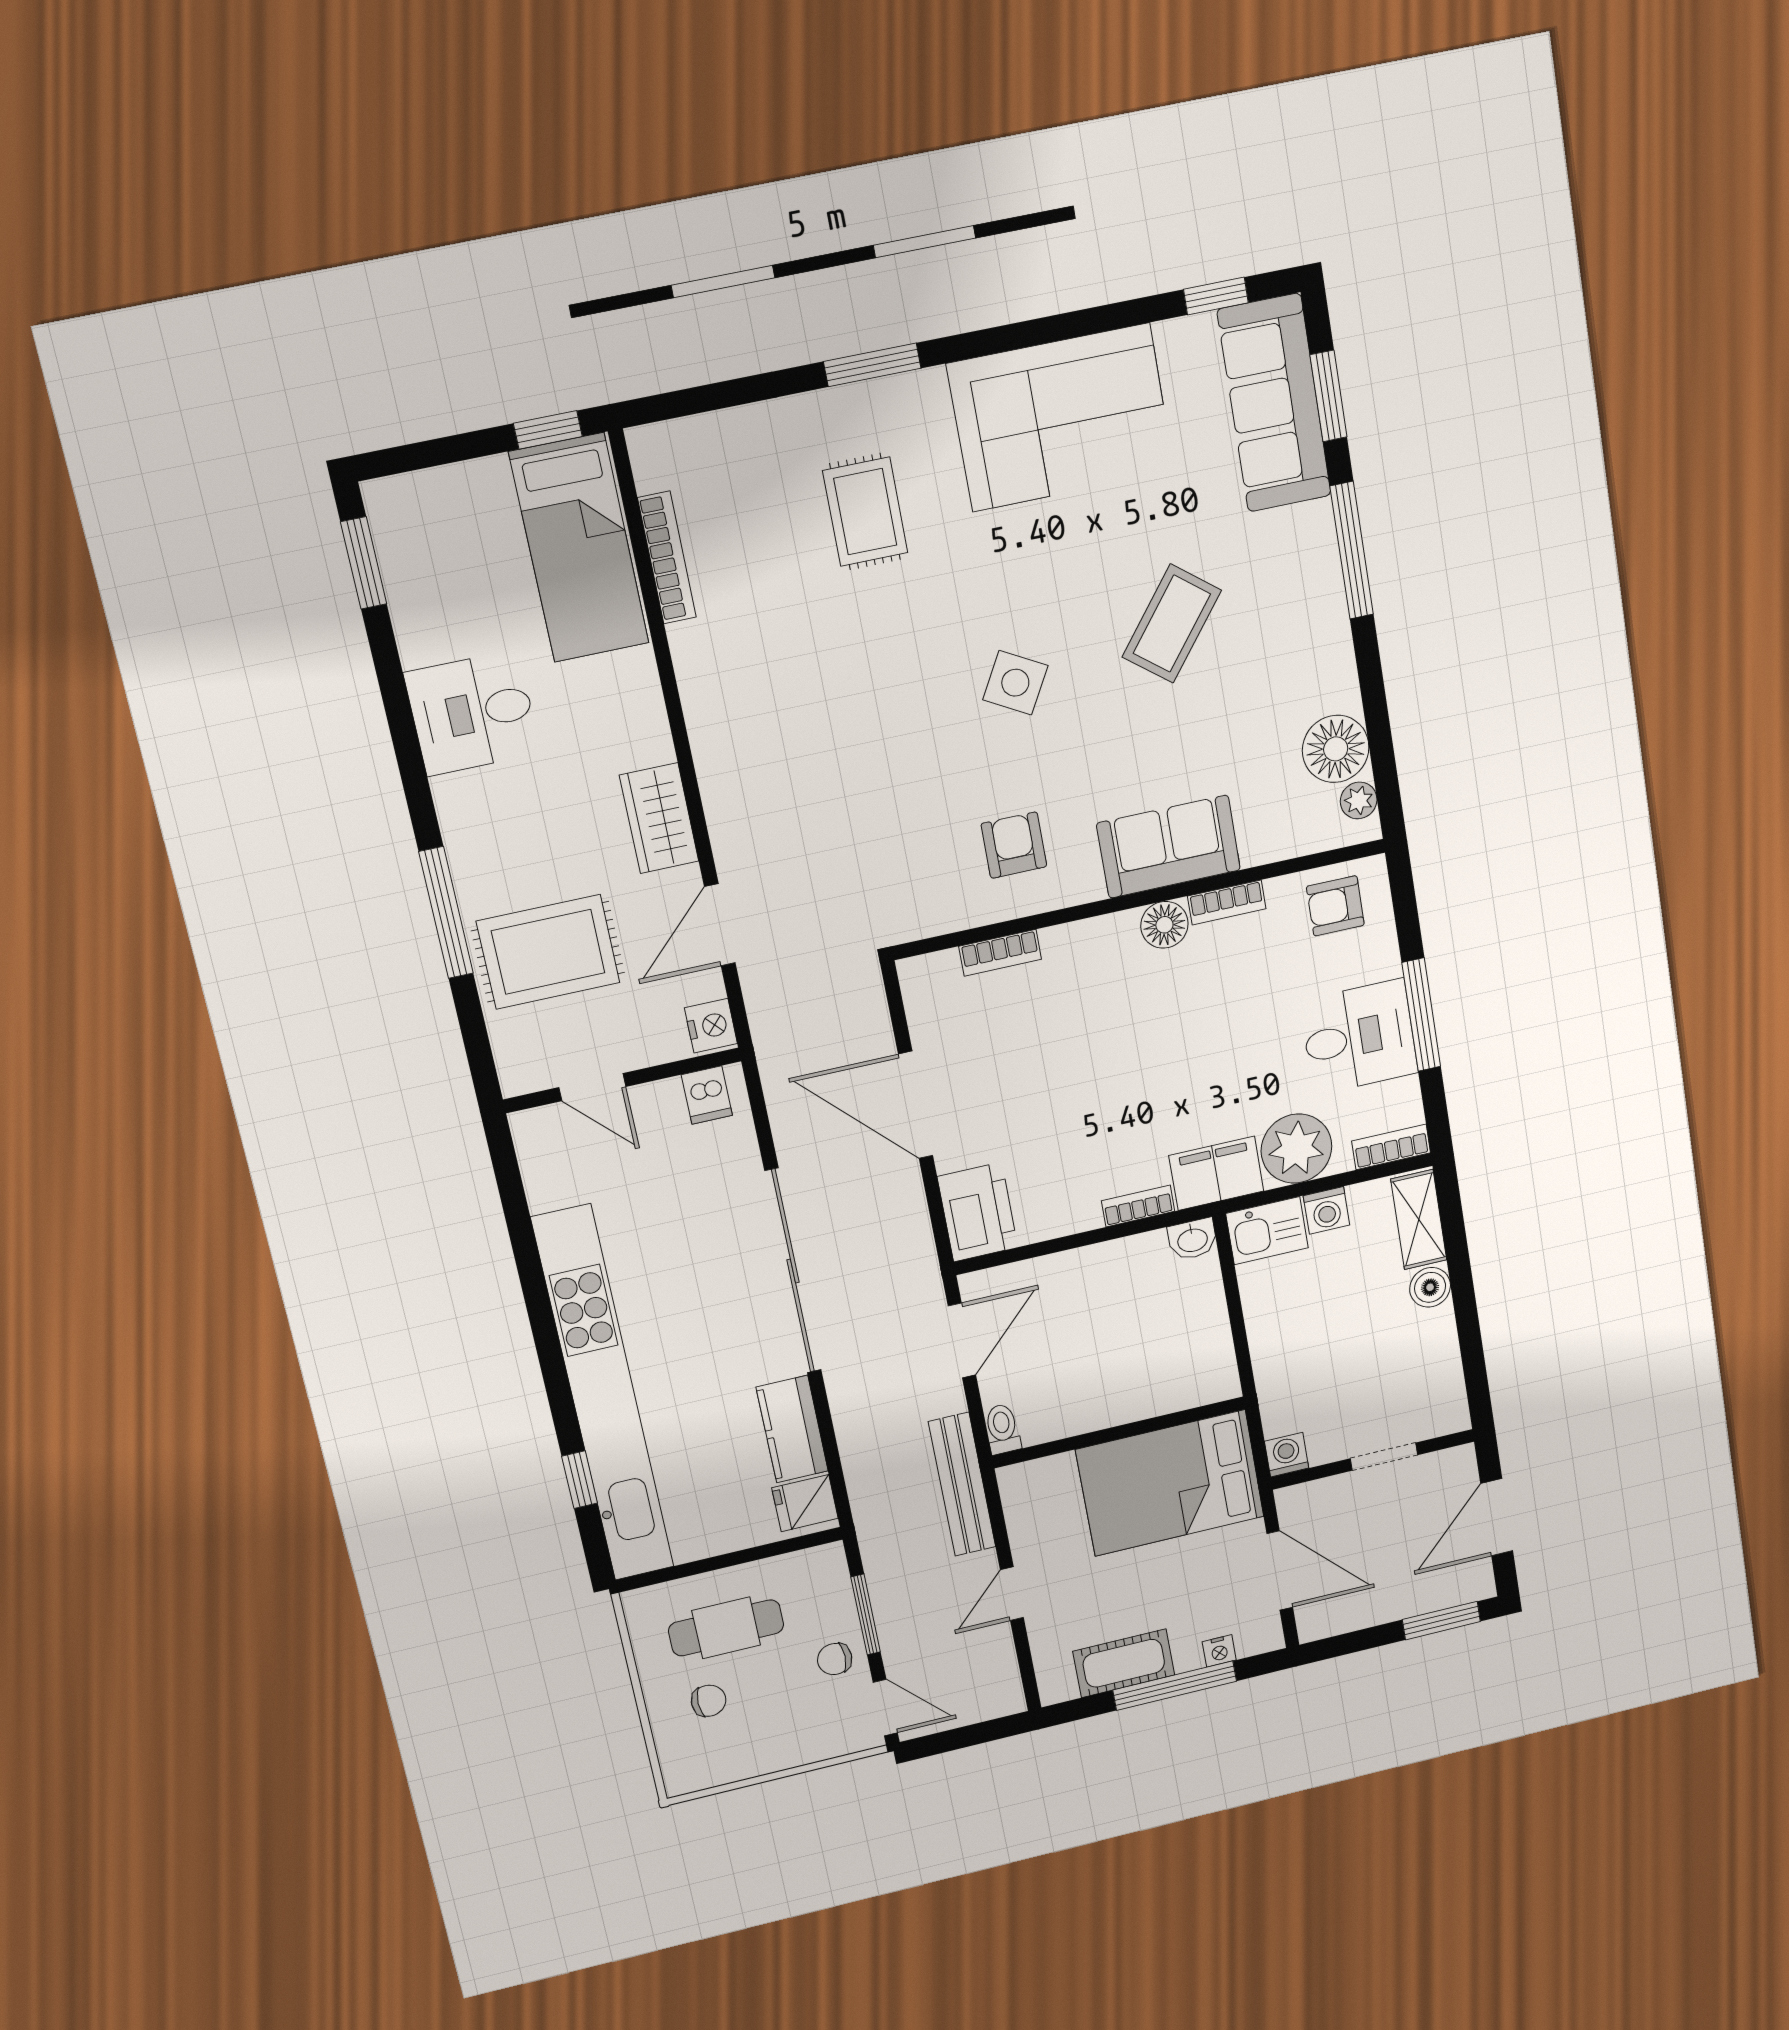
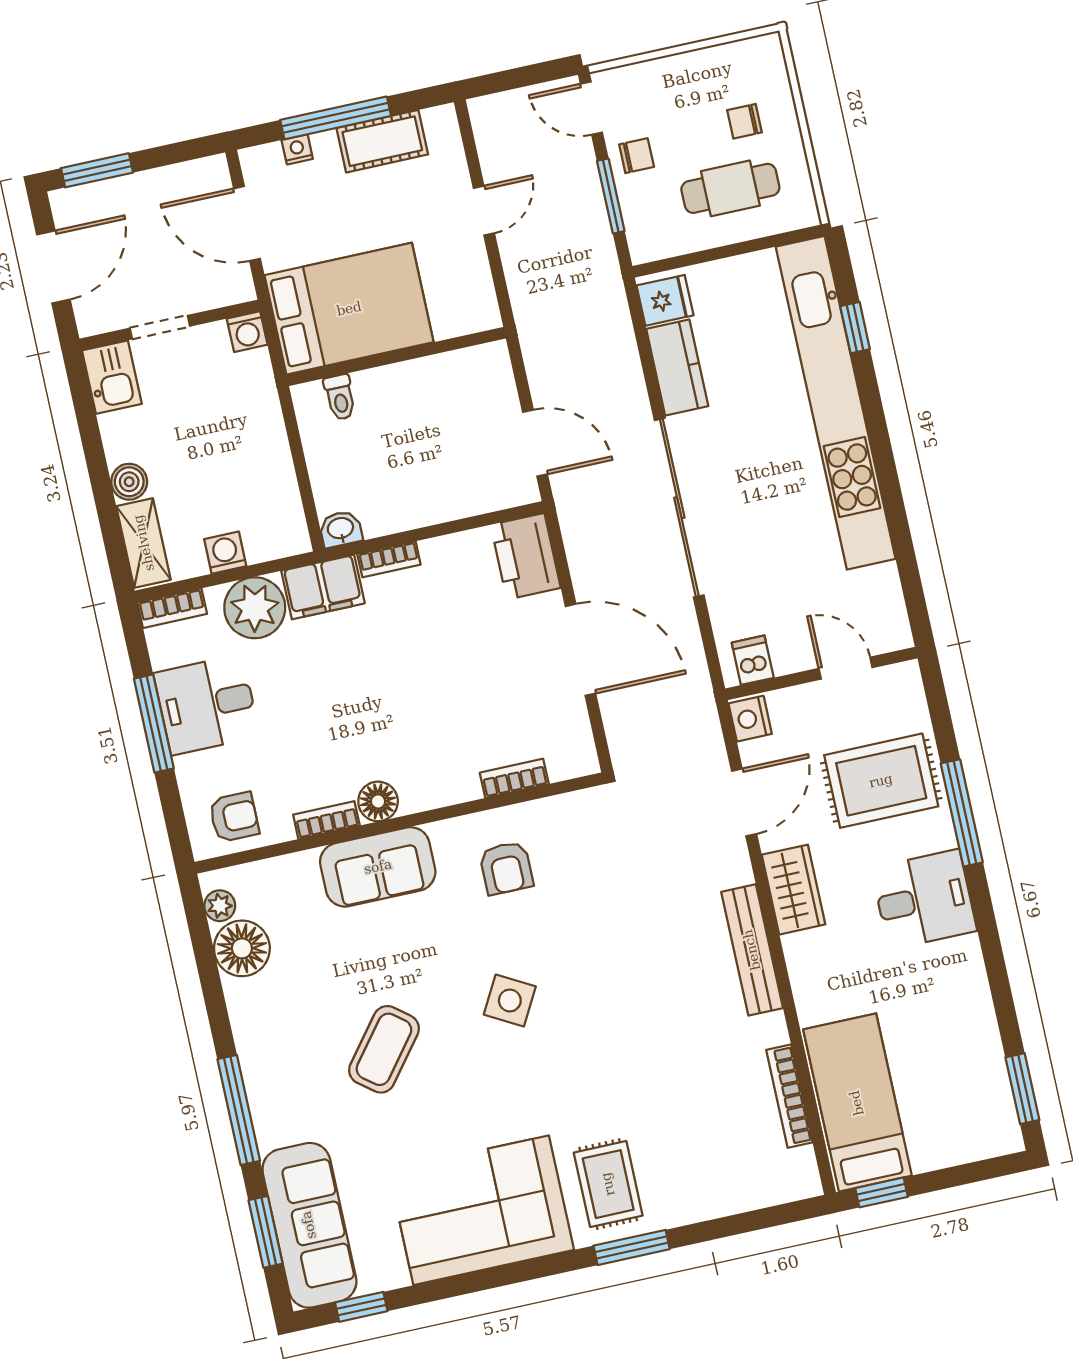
rug: (865, 512) -> (608, 1184), moved
desk: (472, 713) -> (924, 899), moved
kitchen sink: (1267, 1231) -> (112, 377), moved, turned 90
door: (962, 1340) -> (535, 443), swing flipped
toilet: (1002, 1429) -> (340, 397), moved
bench: (962, 1484) -> (752, 950), moved

